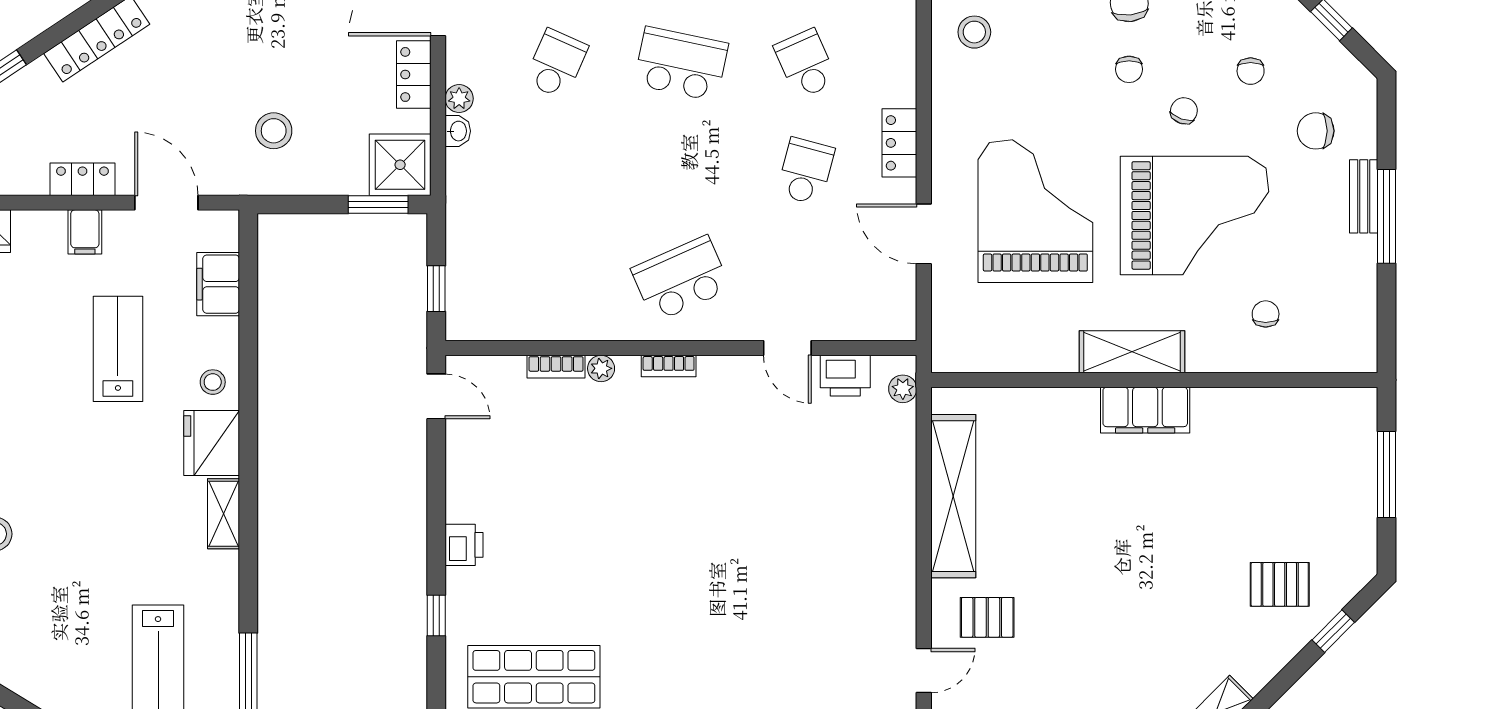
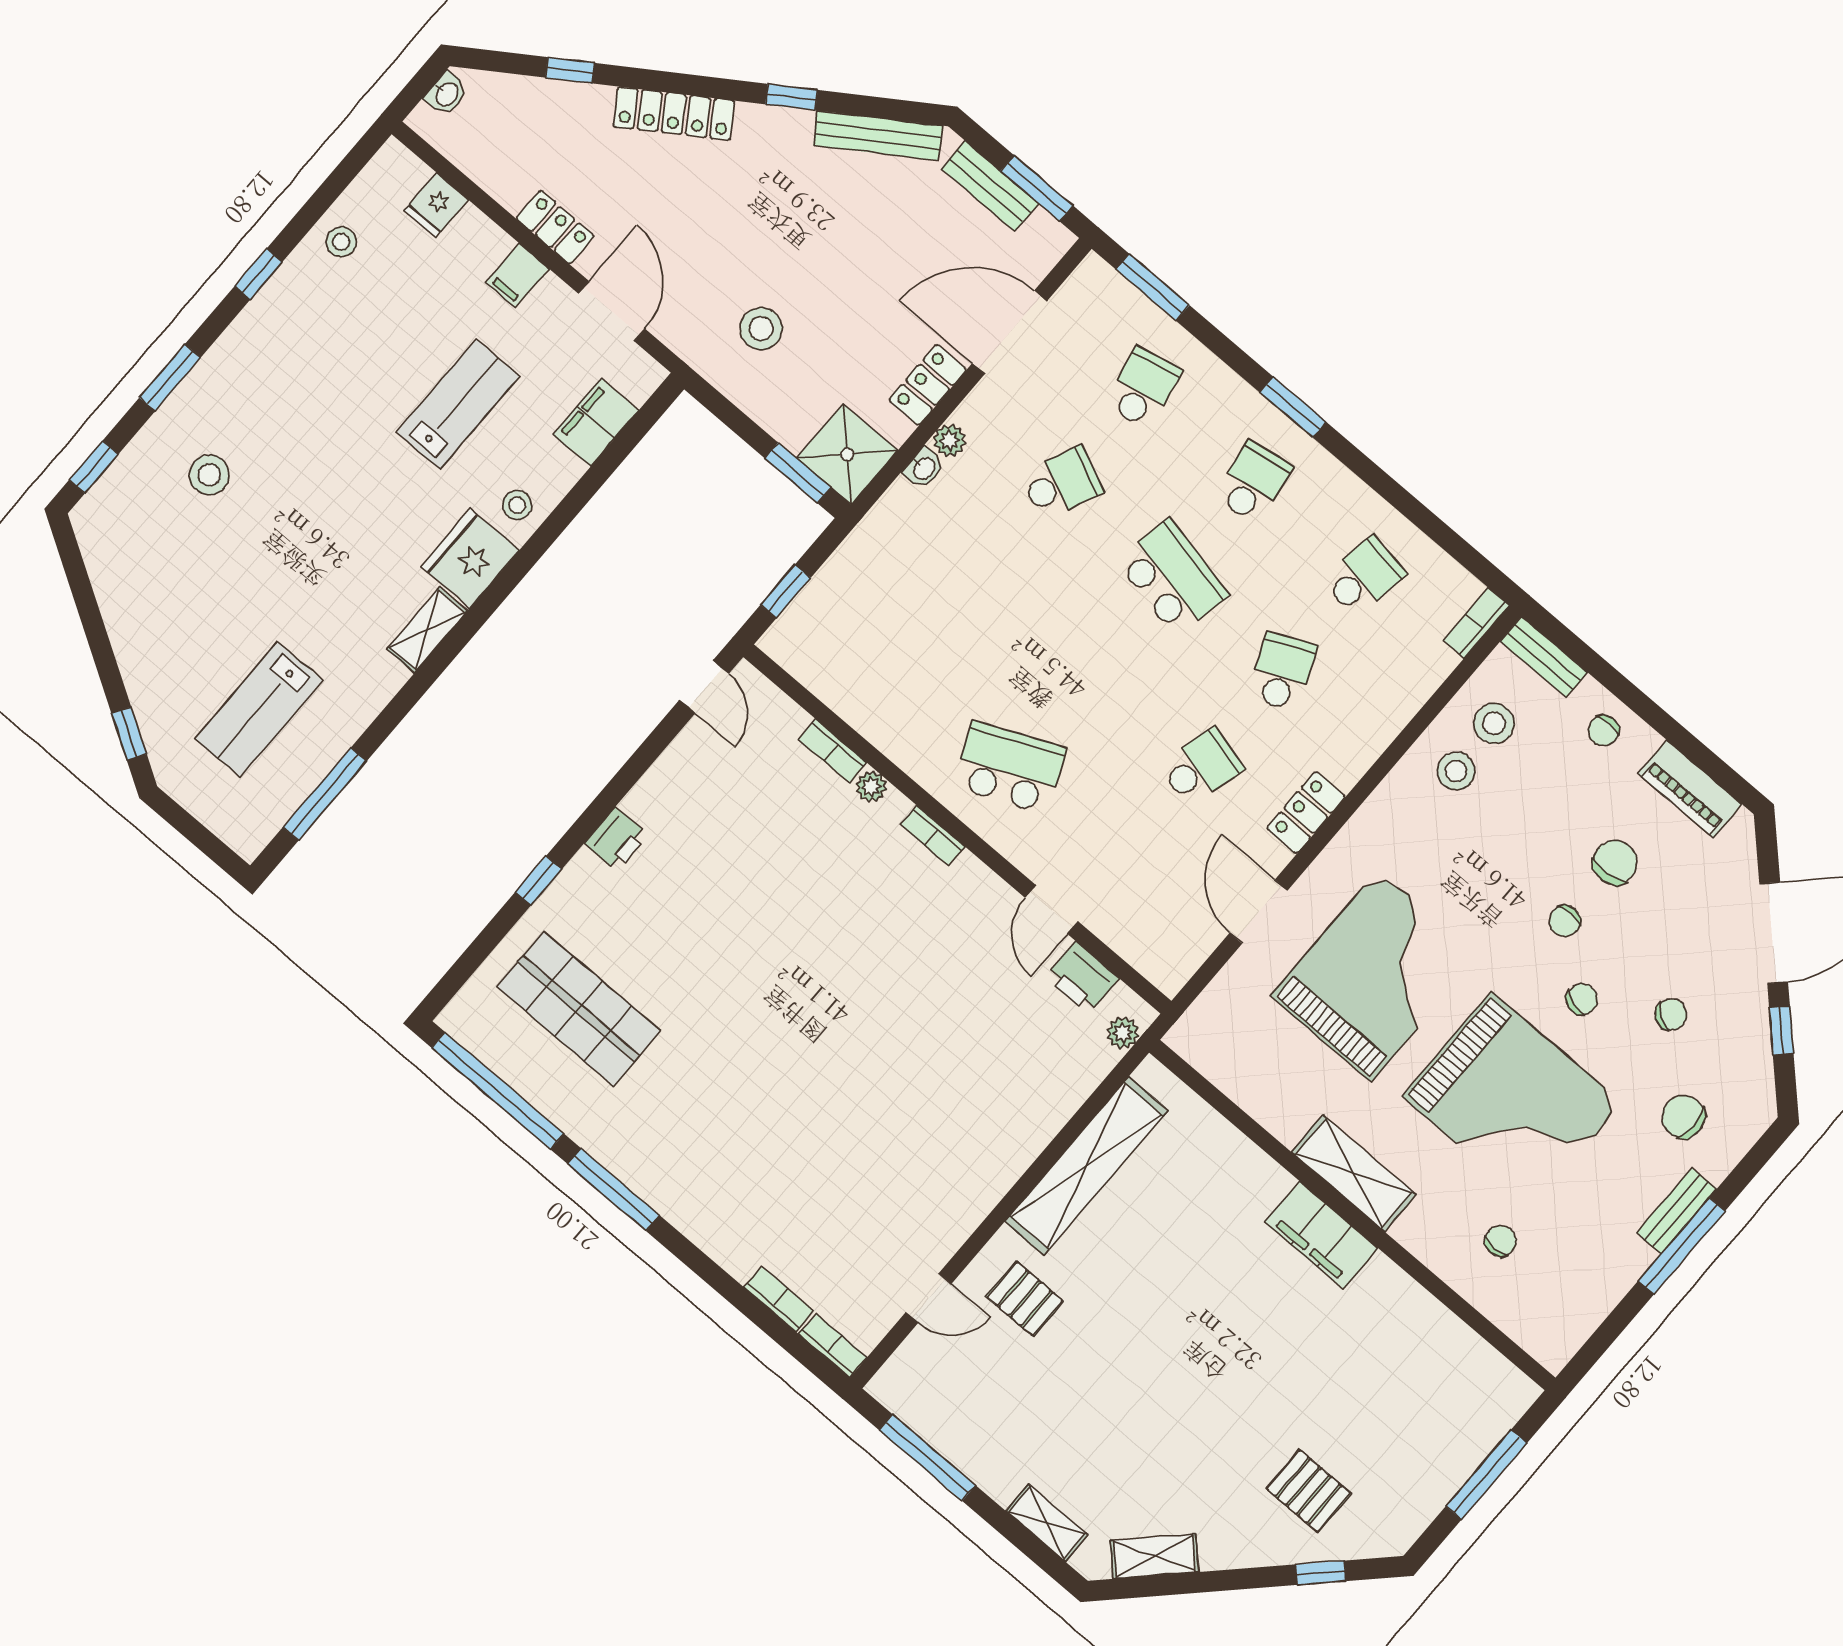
chair: (1251, 71) -> (1671, 1014), turned -146

